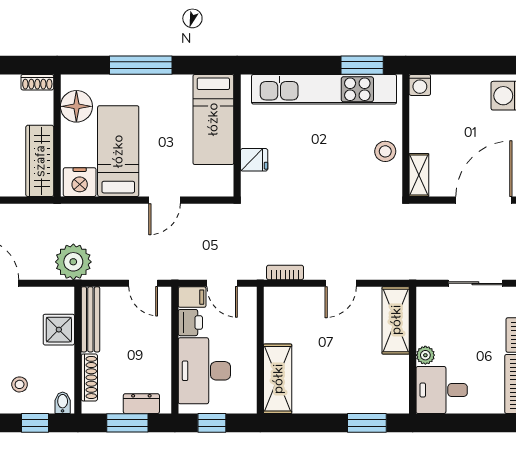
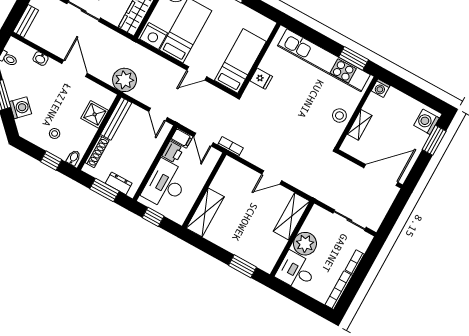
bed: (213, 119) -> (240, 61), moved, turned 180
shelving: (419, 175) -> (360, 125), moved
bookcase: (285, 272) -> (230, 146), moved
plant: (425, 355) -> (305, 244), width x1.88, depth x1.88

